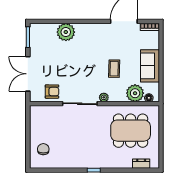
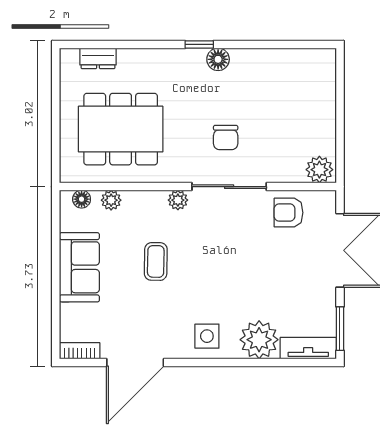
tv unit: (43, 28) -> (308, 348), added
side table: (90, 34) -> (207, 336), added
plant: (135, 93) -> (111, 200), width x0.53, depth x0.53
plant: (38, 112) -> (319, 170), added
chair: (43, 149) -> (226, 137), moved
floor lamp: (85, 163) -> (218, 59), added

